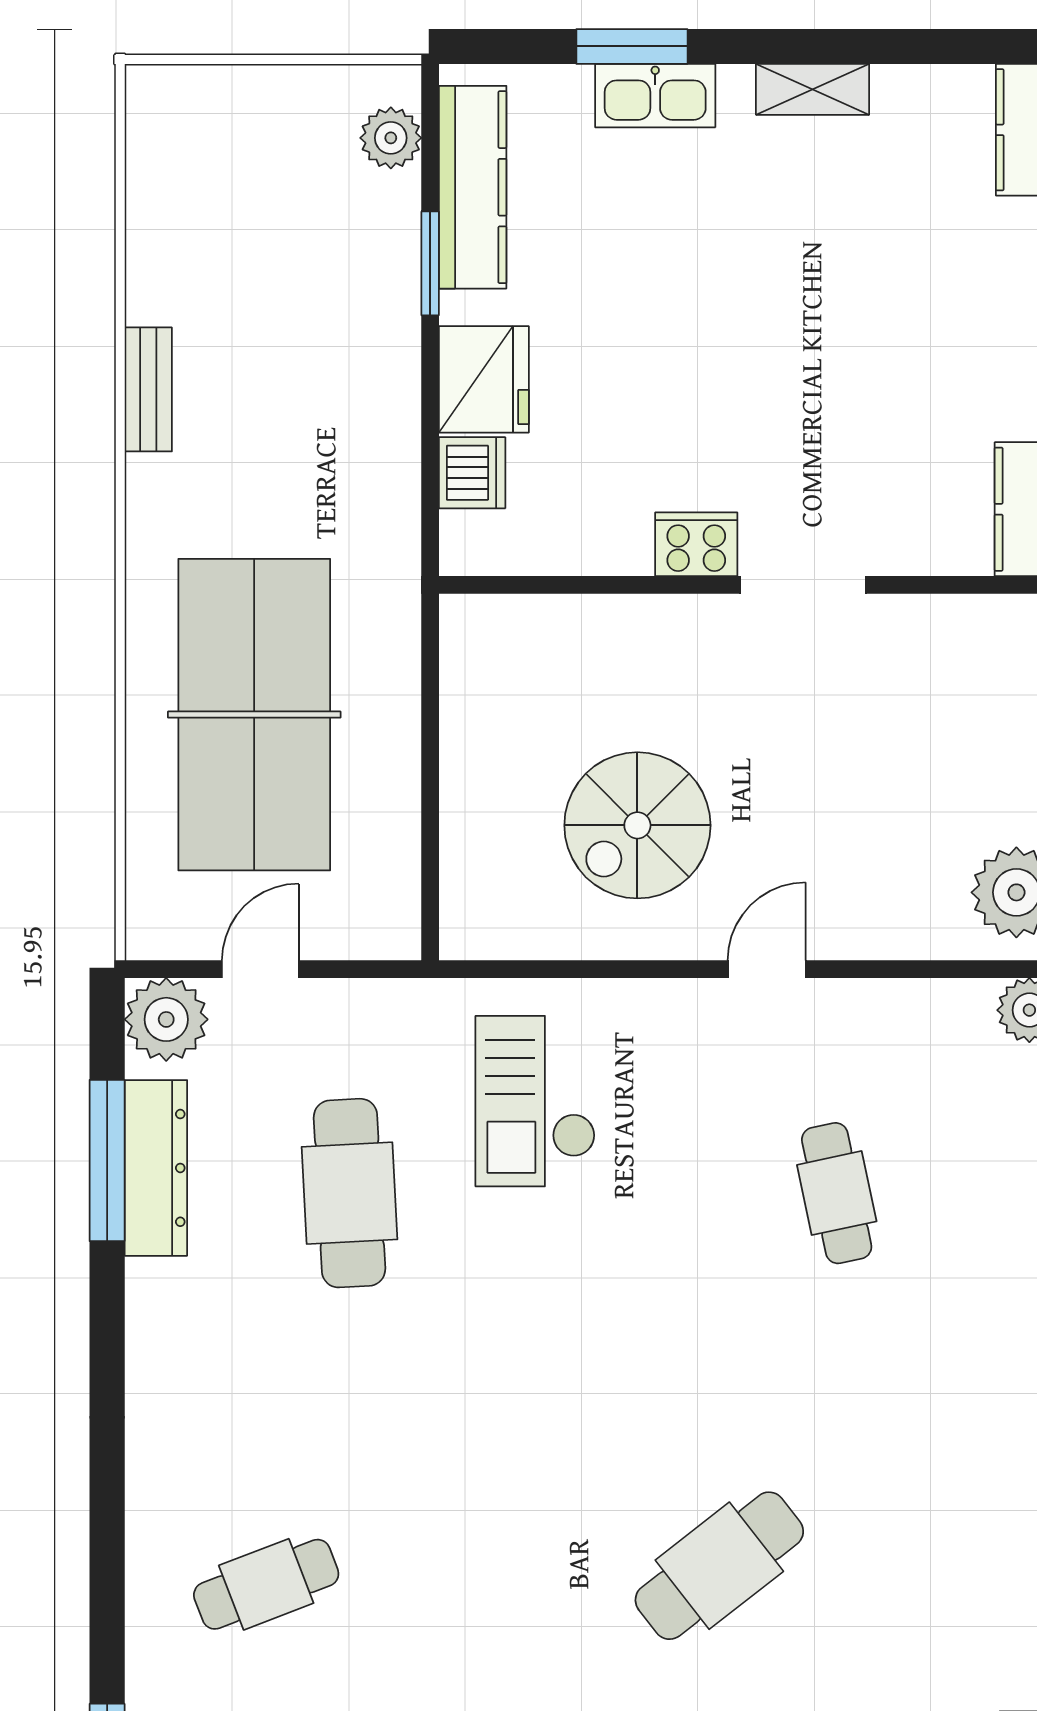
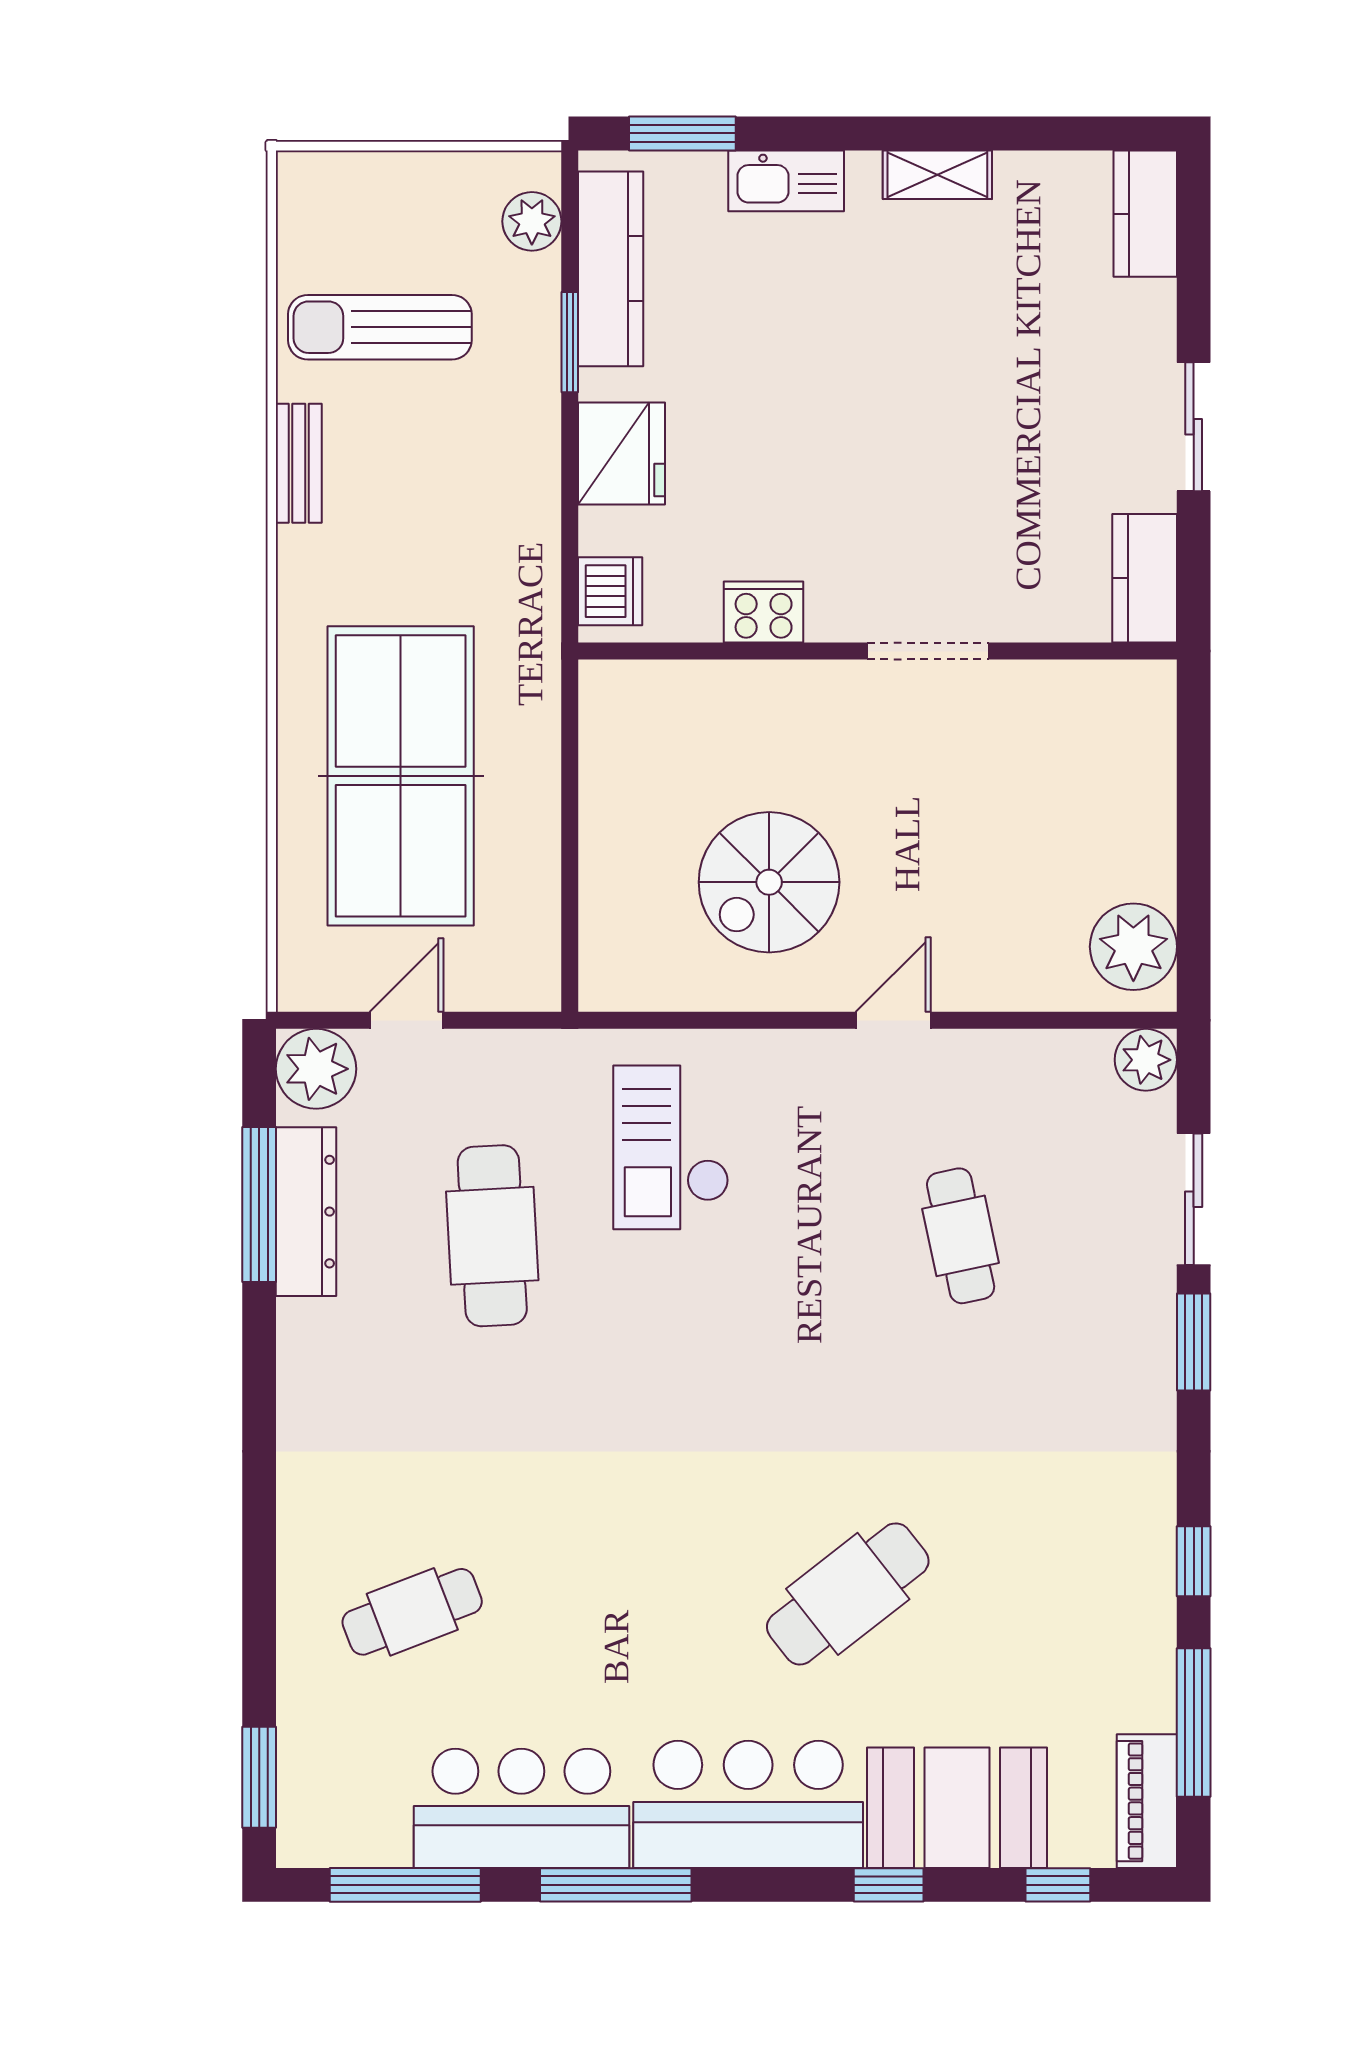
window: (632, 46) -> (682, 133), moved
sun lounger: (233, 248) -> (380, 327), added
dishwasher: (472, 473) -> (610, 591), moved
cooker: (696, 544) -> (764, 612), moved

